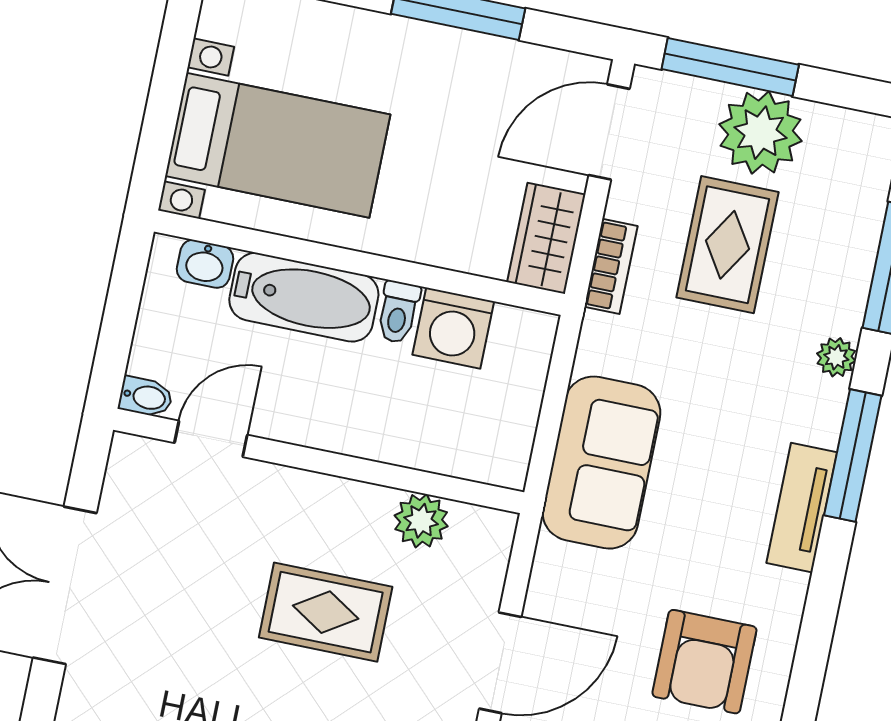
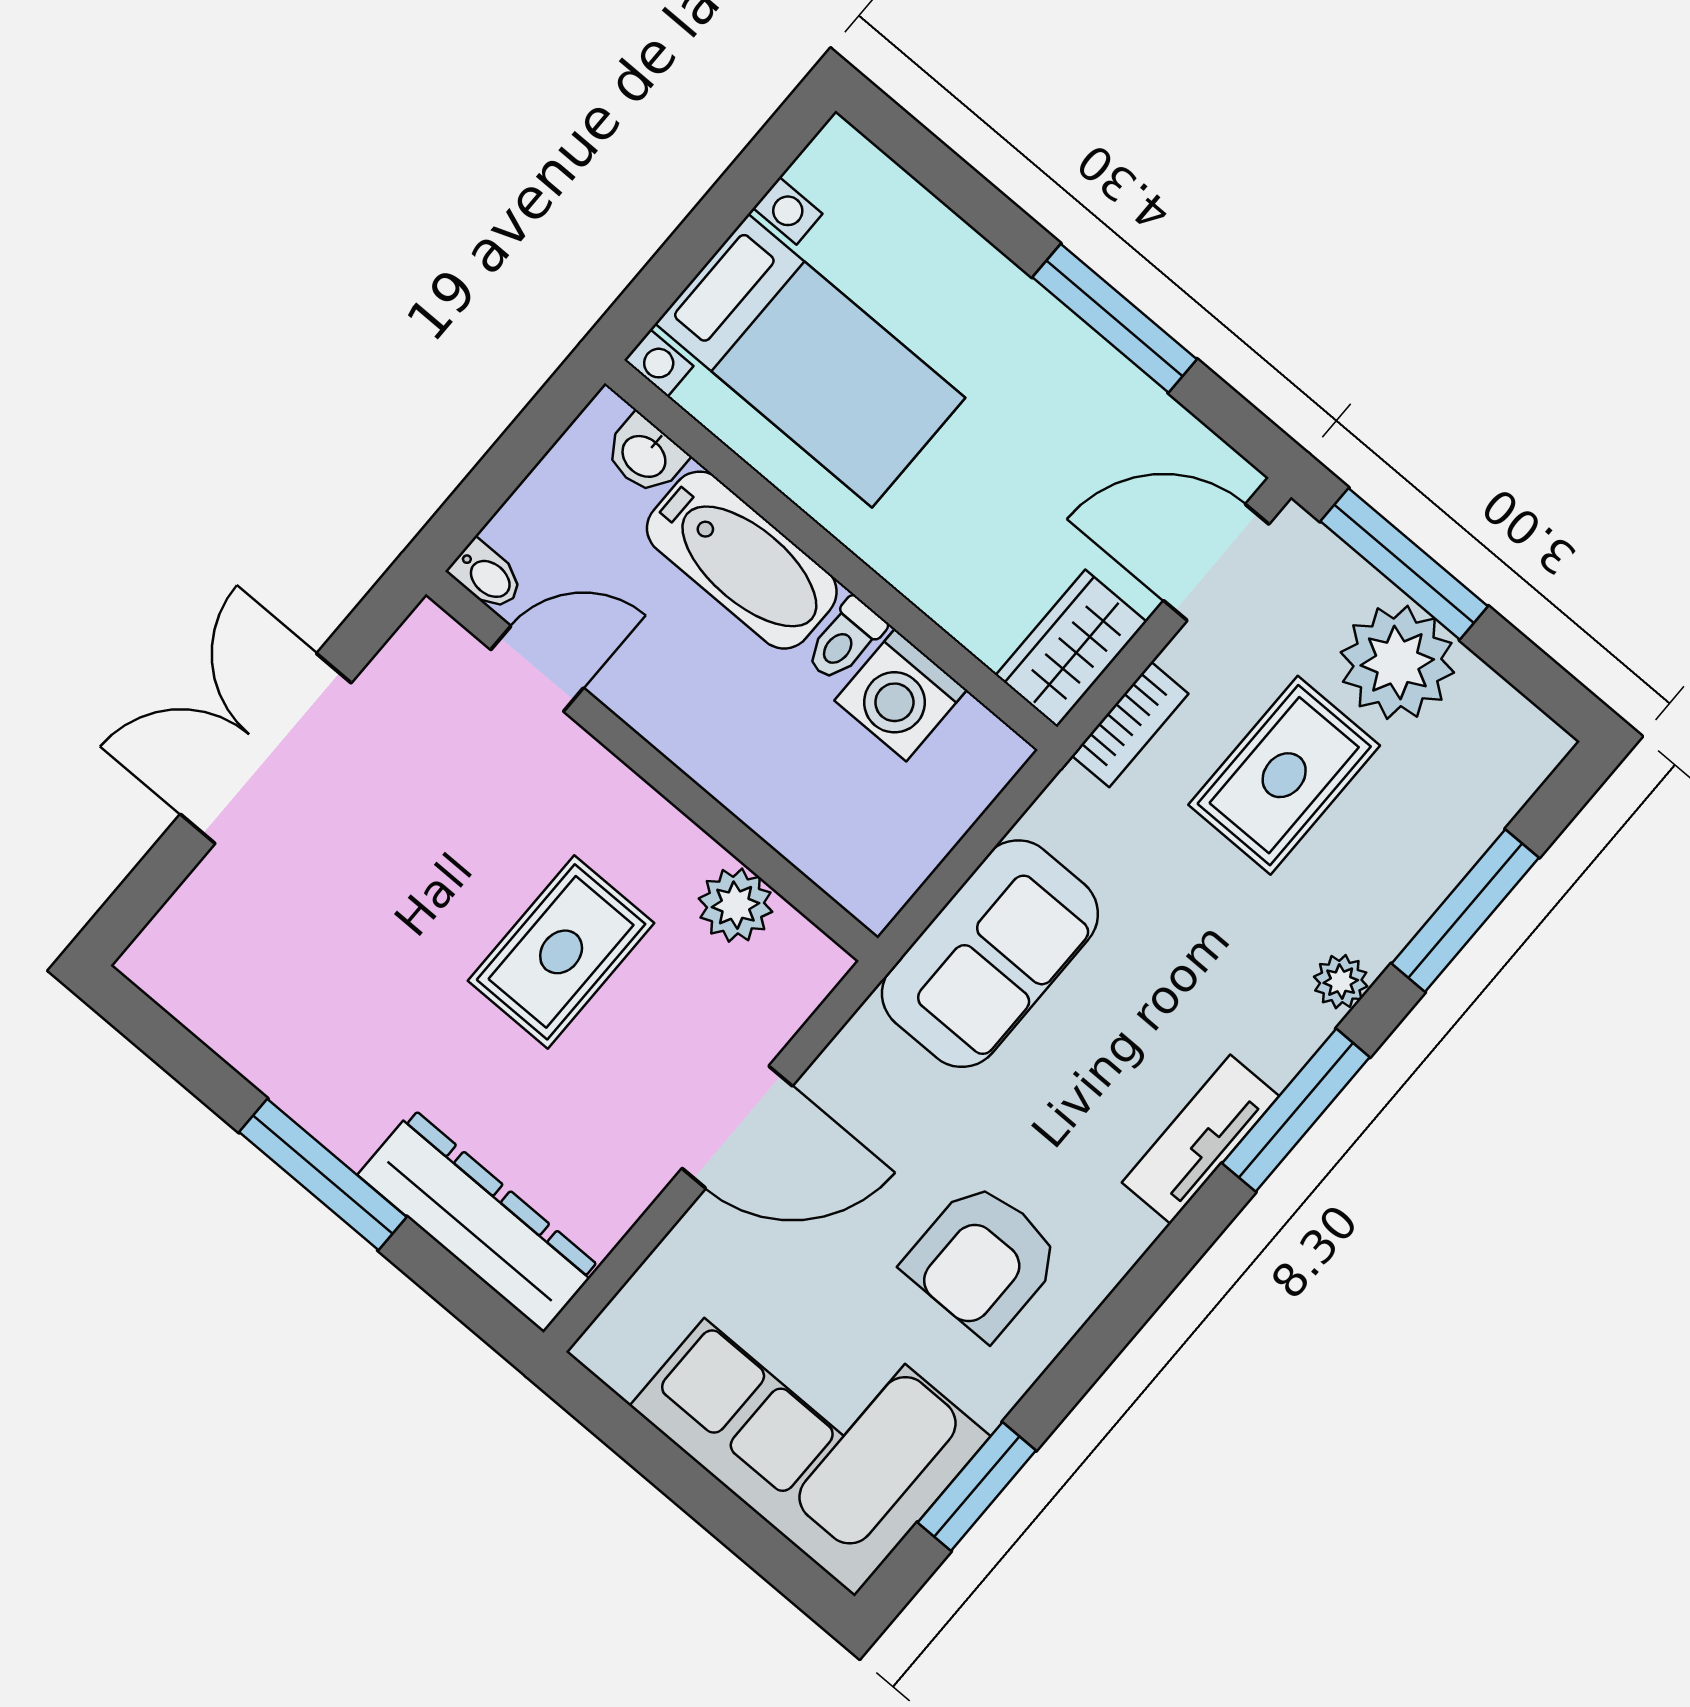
rug: (326, 612) -> (561, 952), turned 90

